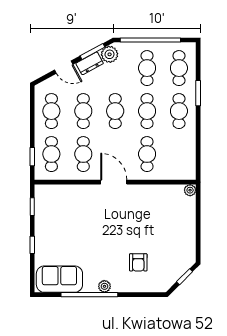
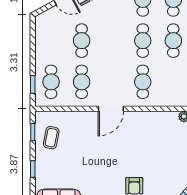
cafe table: (51, 111) -> (51, 41), removed
cafe table: (115, 111) -> (112, 41), removed
door: (114, 182) -> (111, 109), swing flipped
coffee table: (52, 212) -> (51, 138), added

